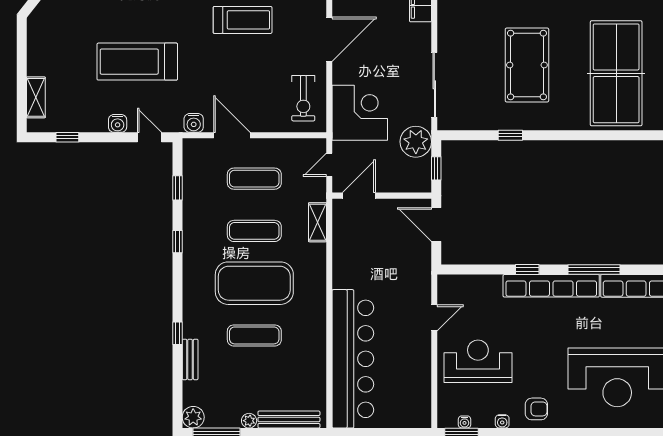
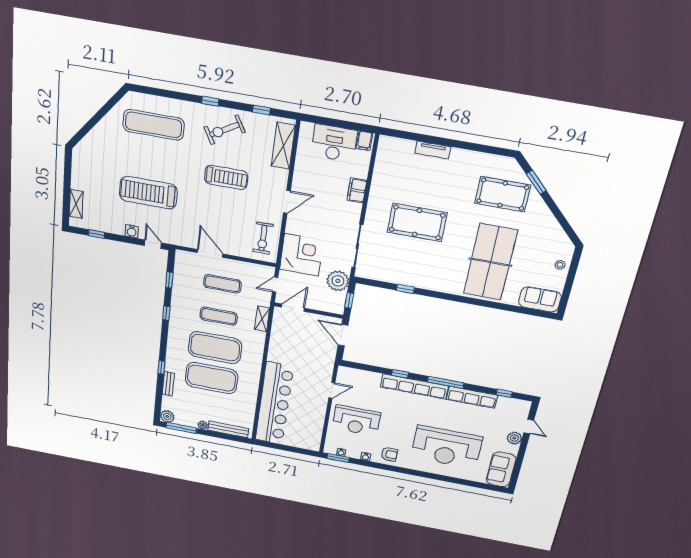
door: (329, 39) -> (287, 202), width x0.73
pool table: (527, 65) -> (417, 222), moved, turned 90
water cooler: (194, 123) -> (184, 240), removed
exercise mat: (254, 335) -> (212, 378), width x2.00, depth x1.45
reception desk: (478, 361) -> (356, 420), turned 180

